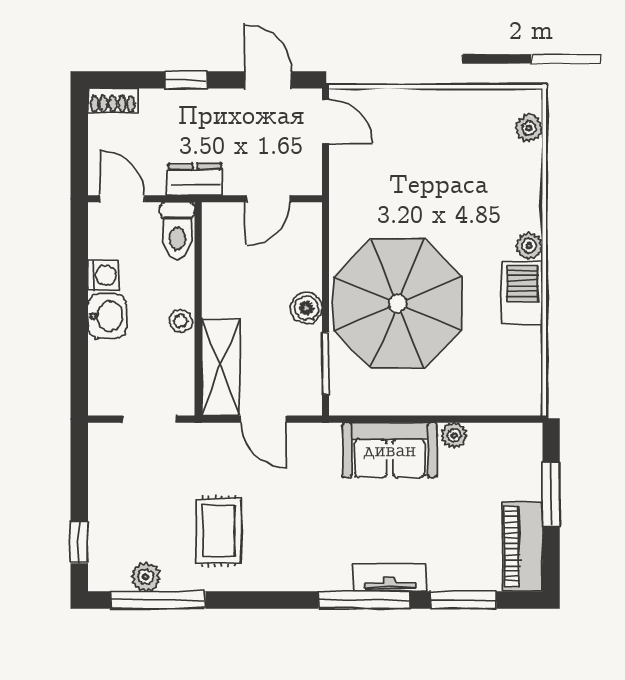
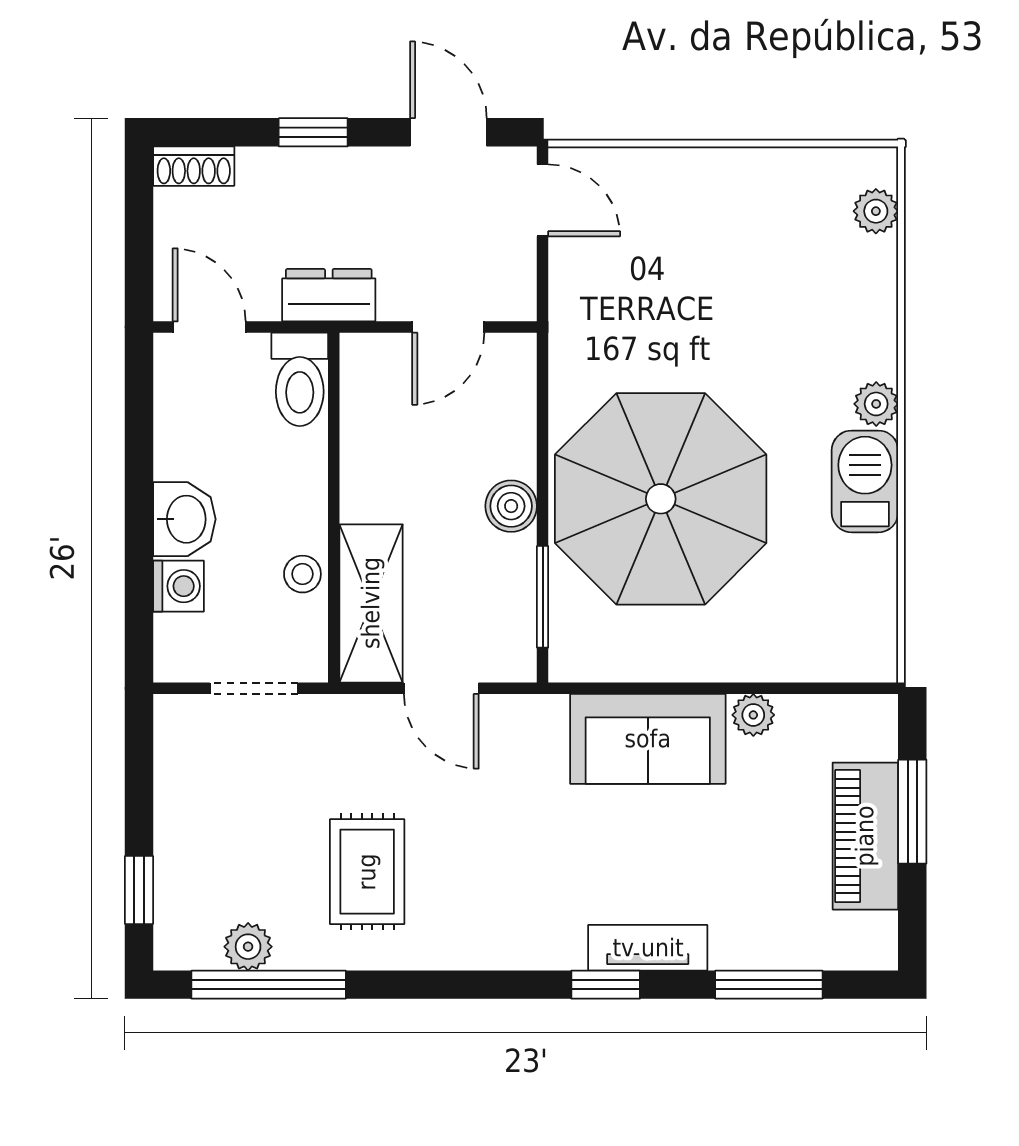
washing machine: (103, 275) -> (179, 586), moved
stool: (180, 321) -> (302, 574), moved
piano: (522, 547) -> (865, 836), moved
window: (364, 600) -> (606, 985), width x0.46

